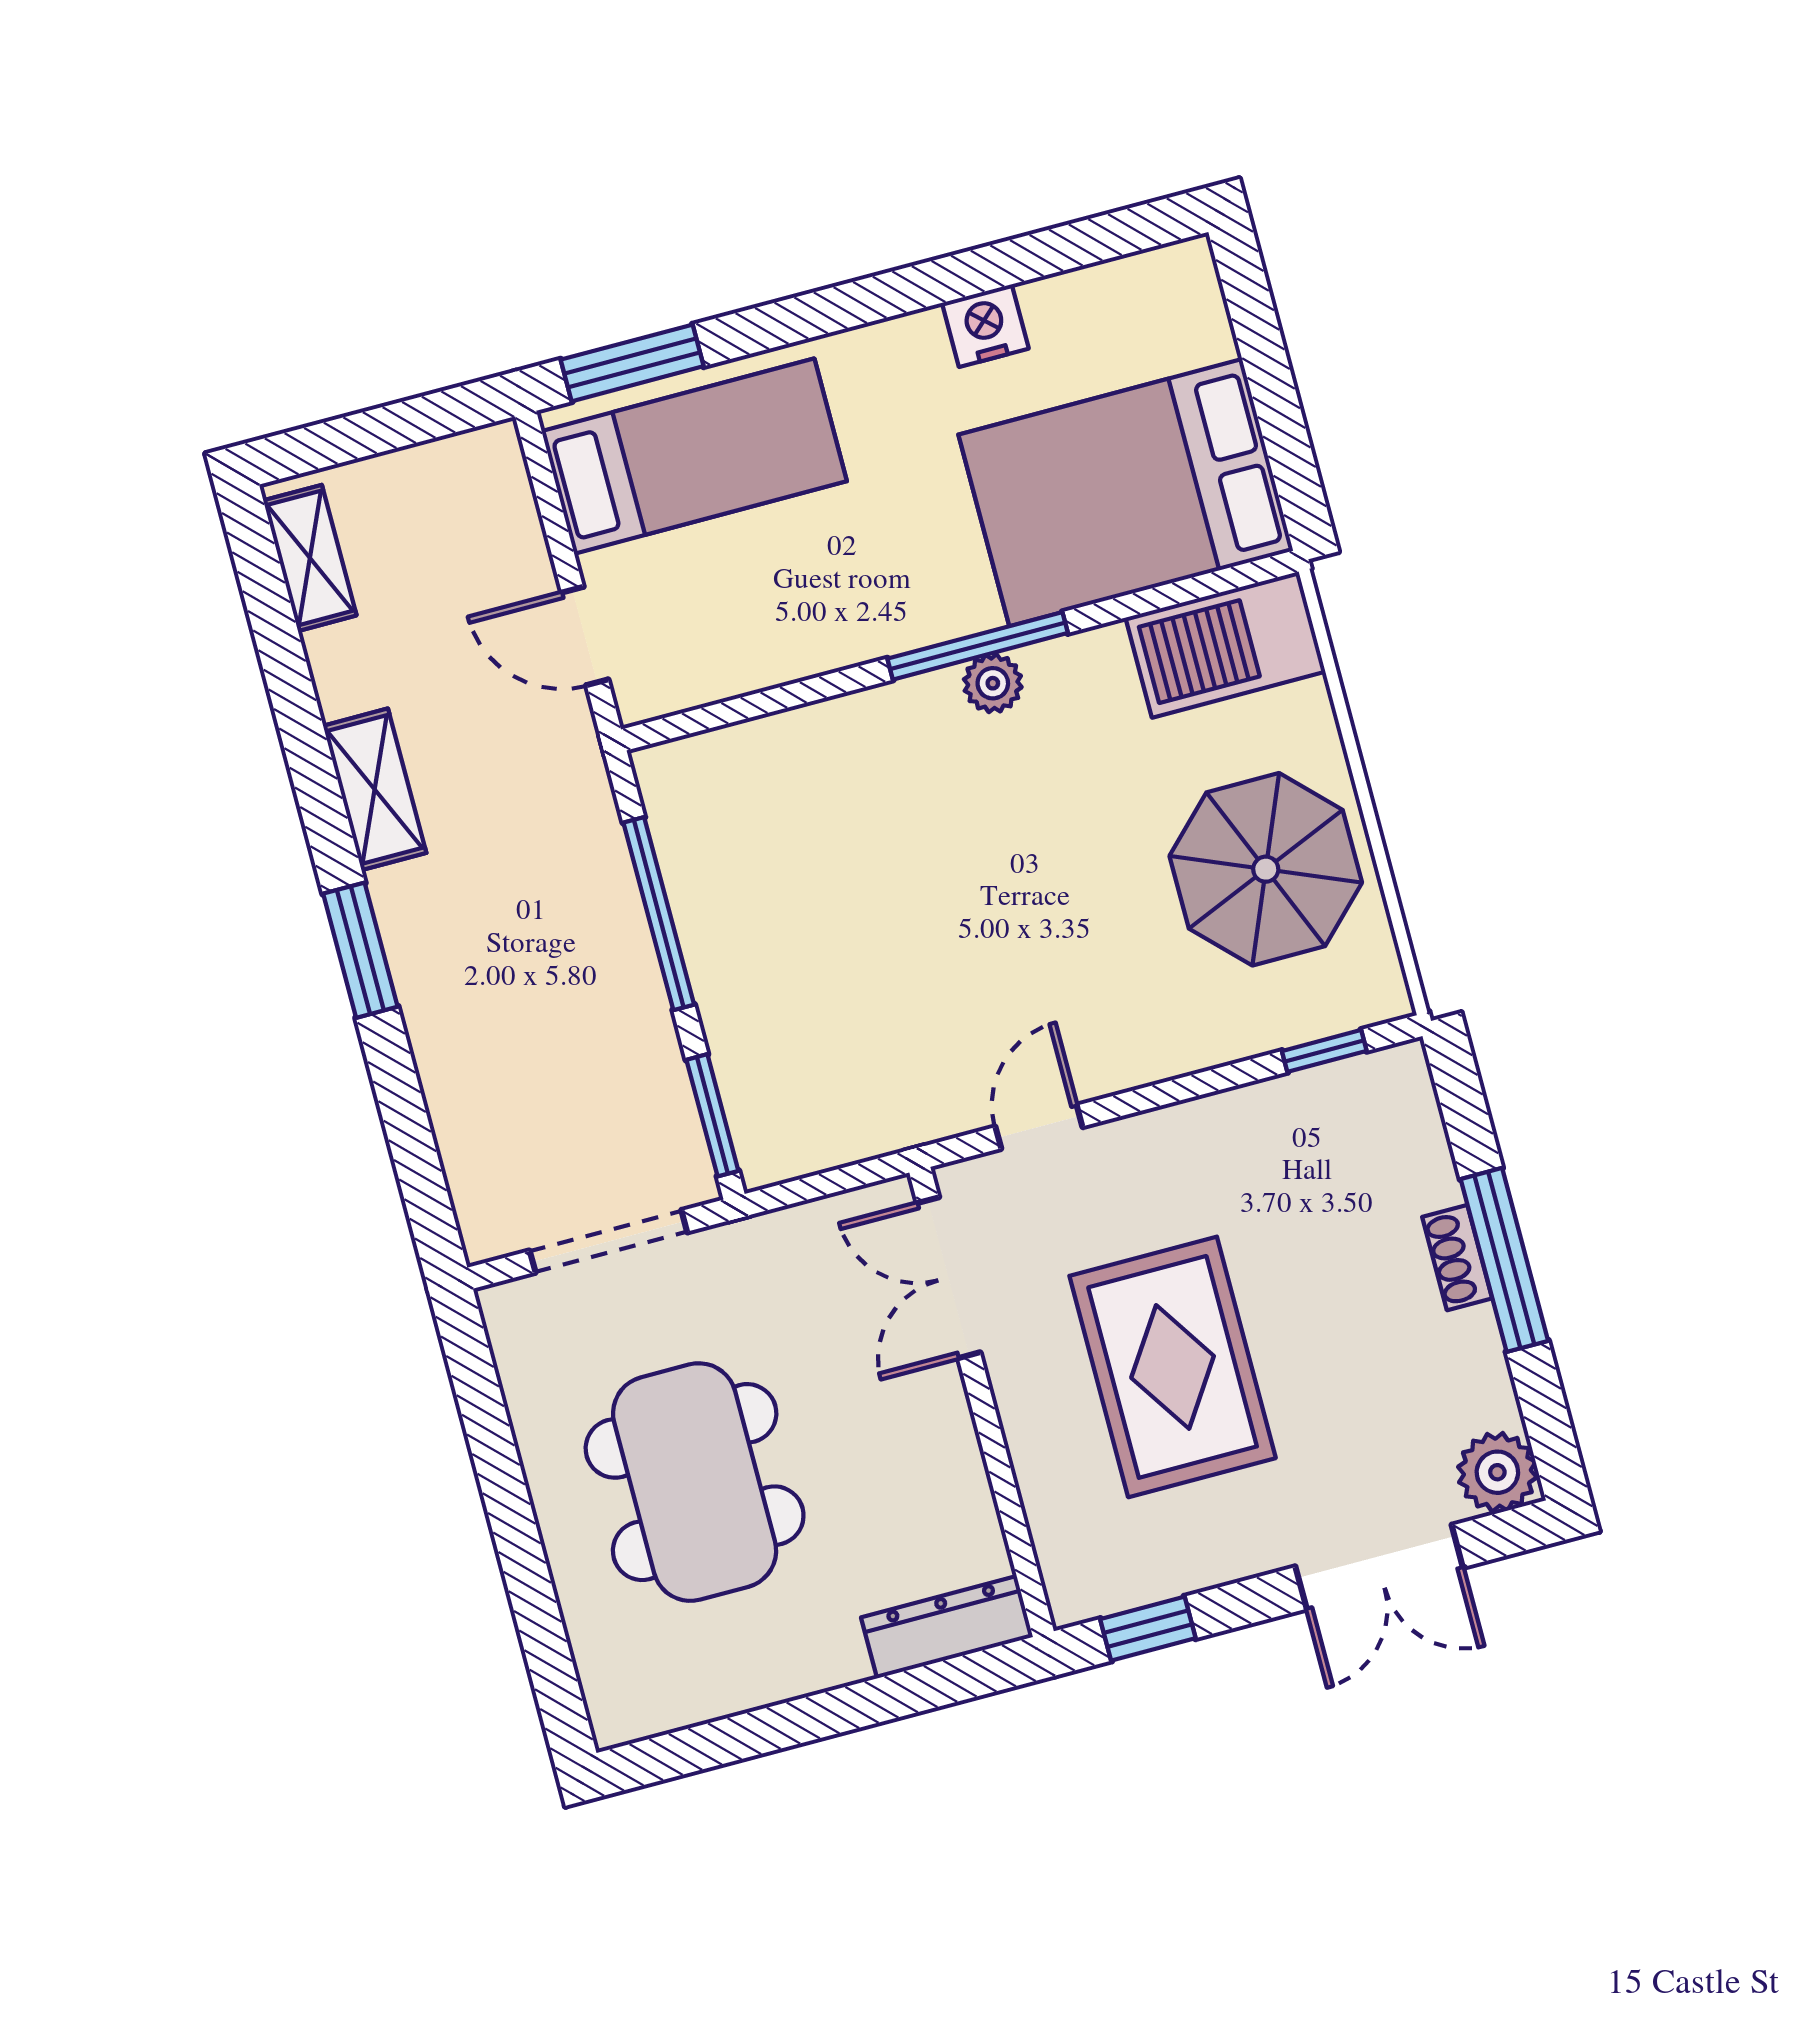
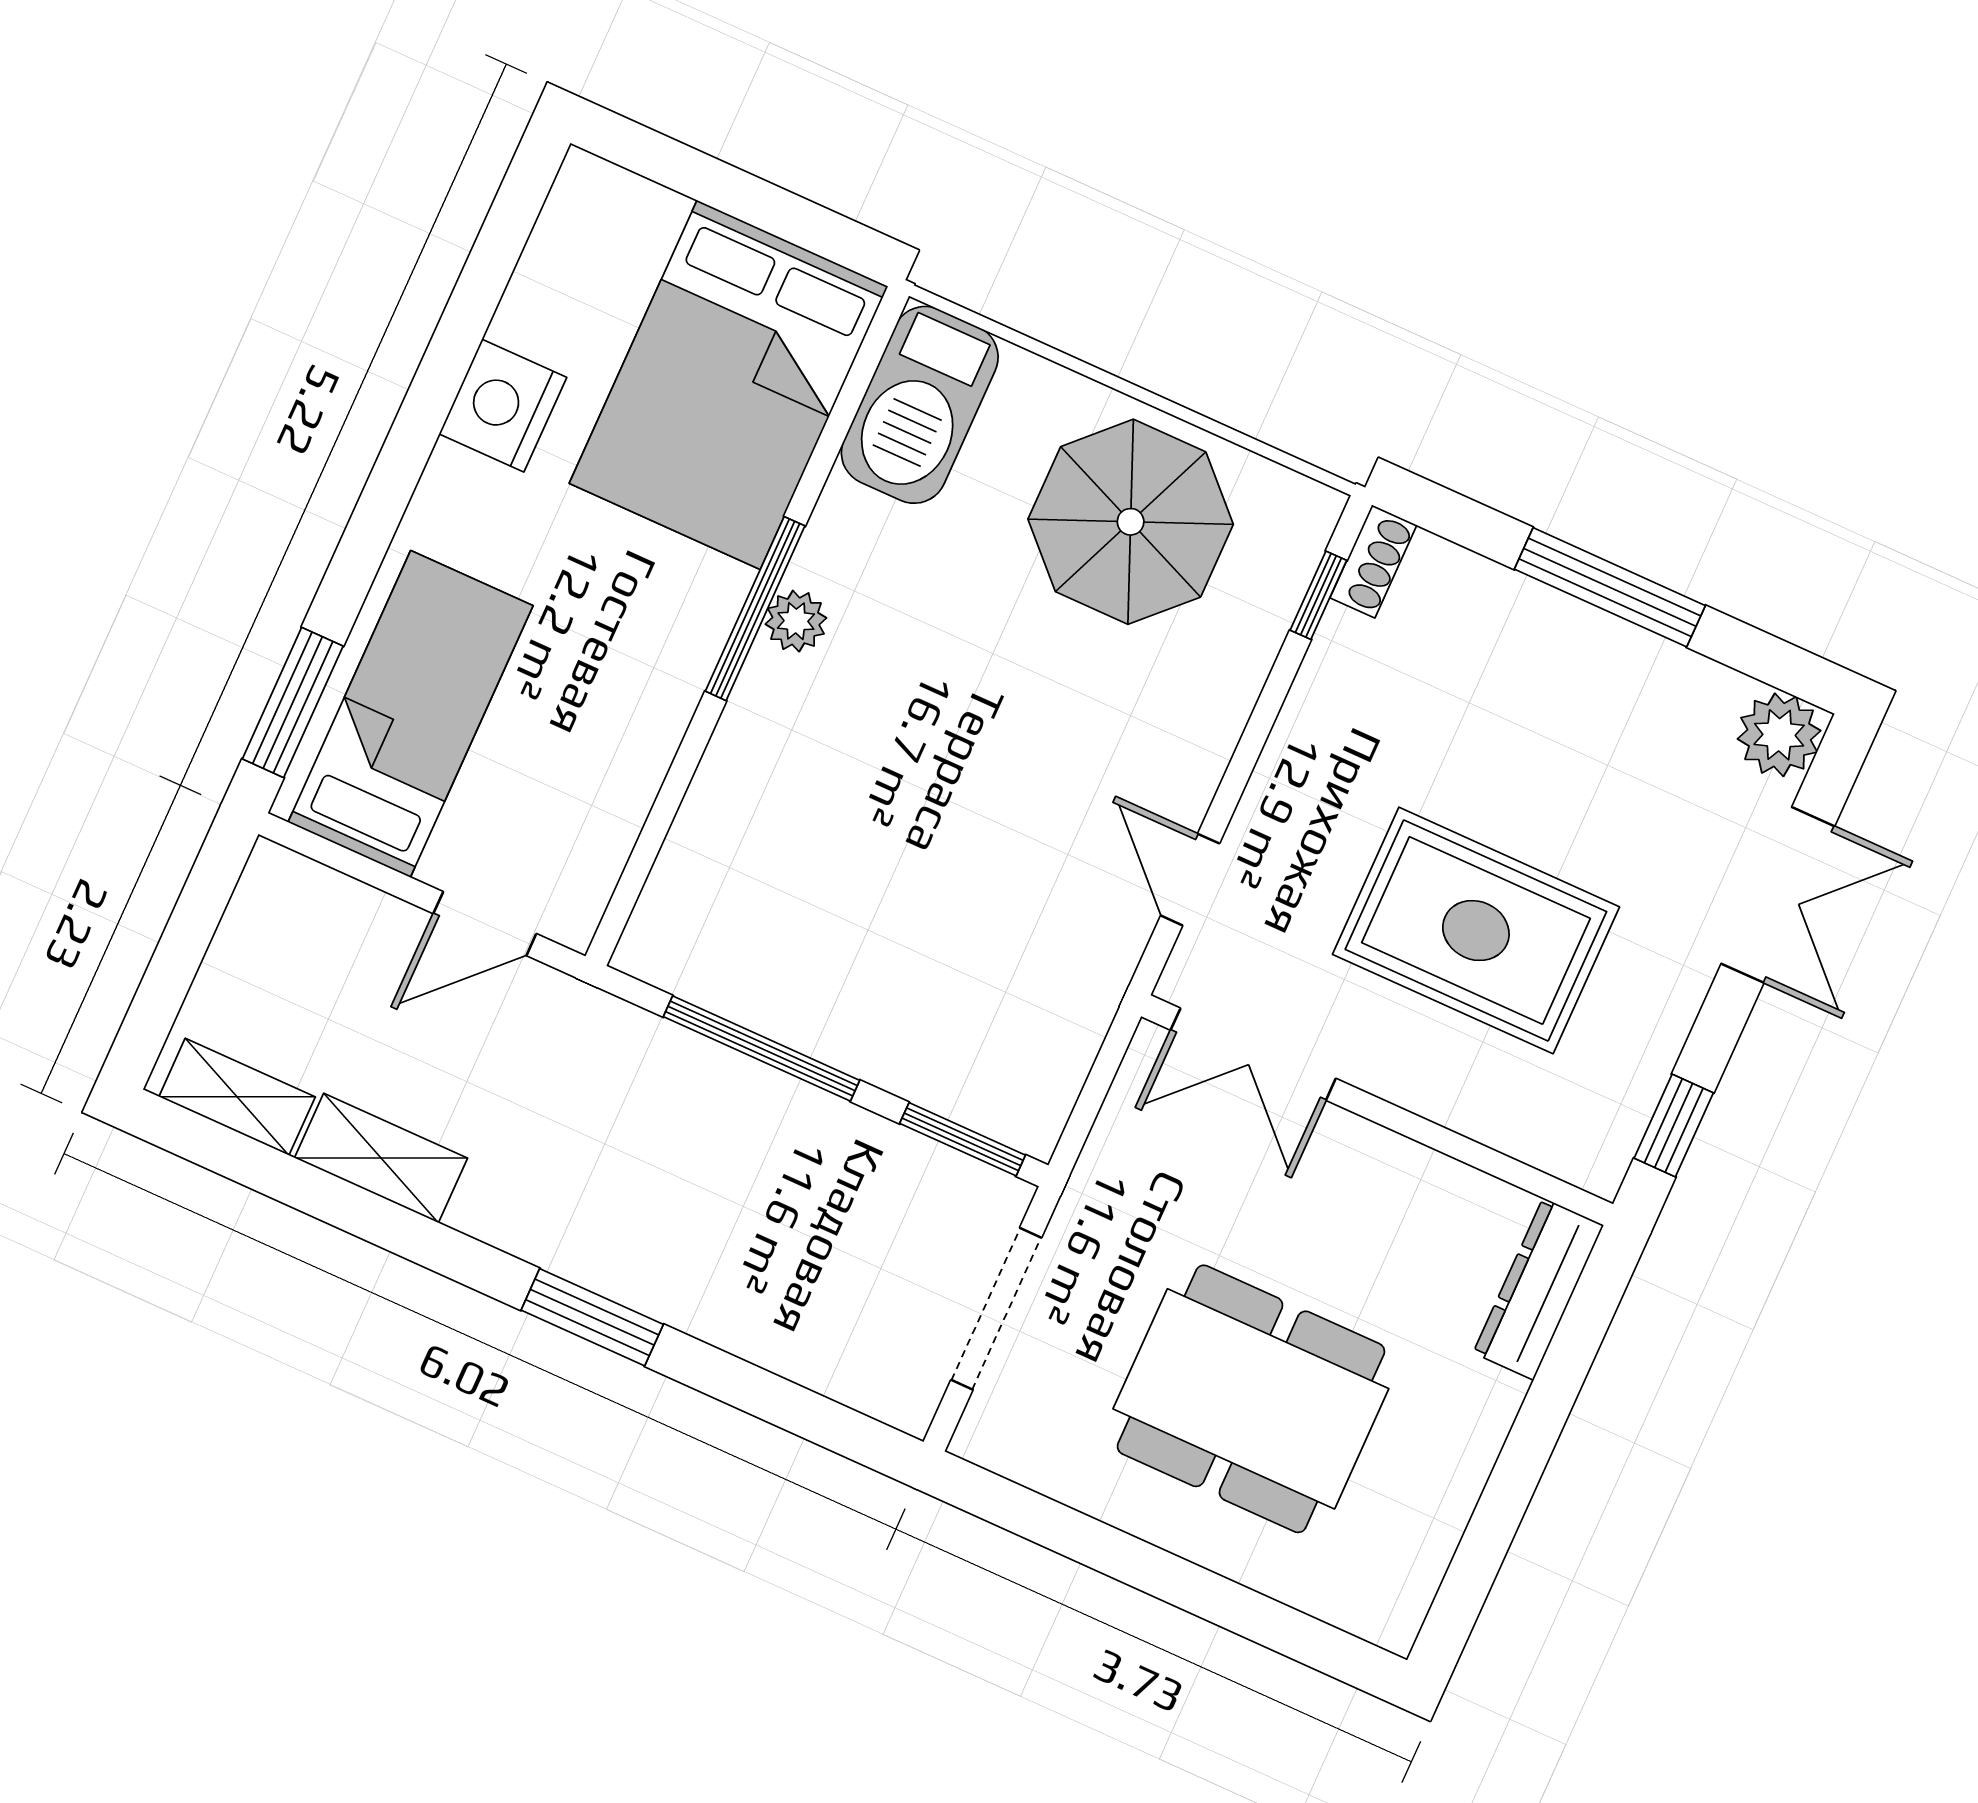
nightstand: (985, 326) -> (503, 406), width x1.36, depth x1.33
shelving: (375, 789) -> (381, 1158), moved
shoe rack: (1457, 1258) -> (1373, 561), moved, turned -90

